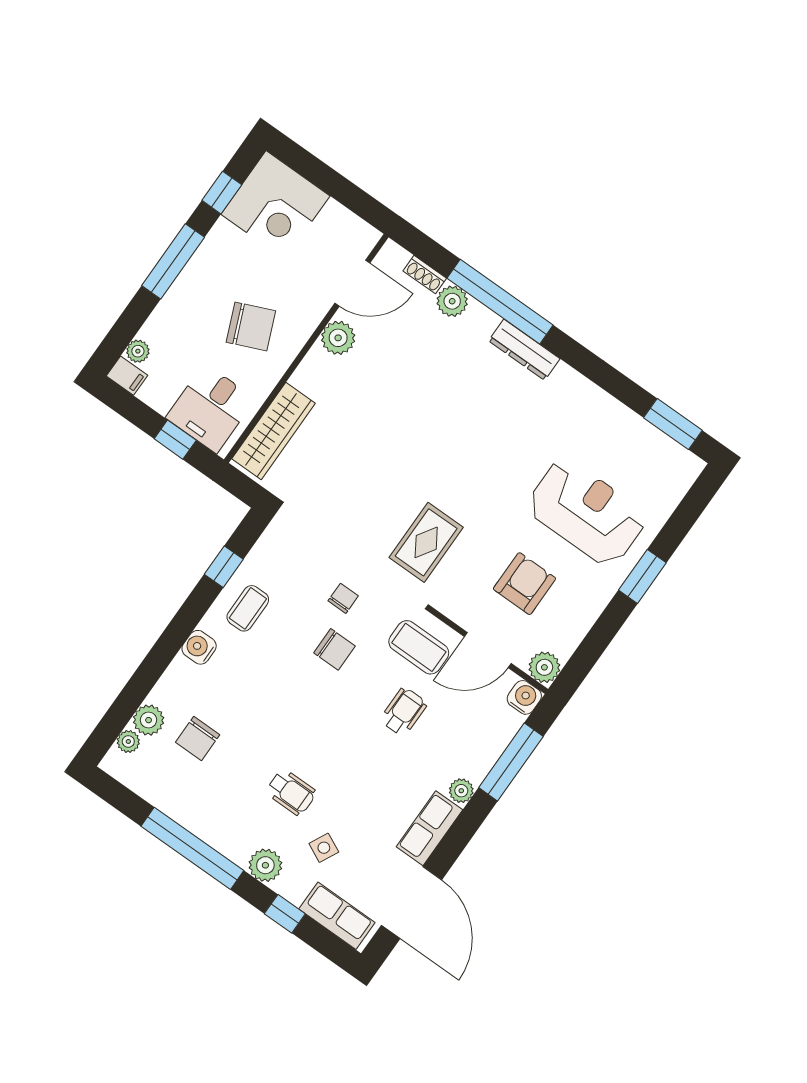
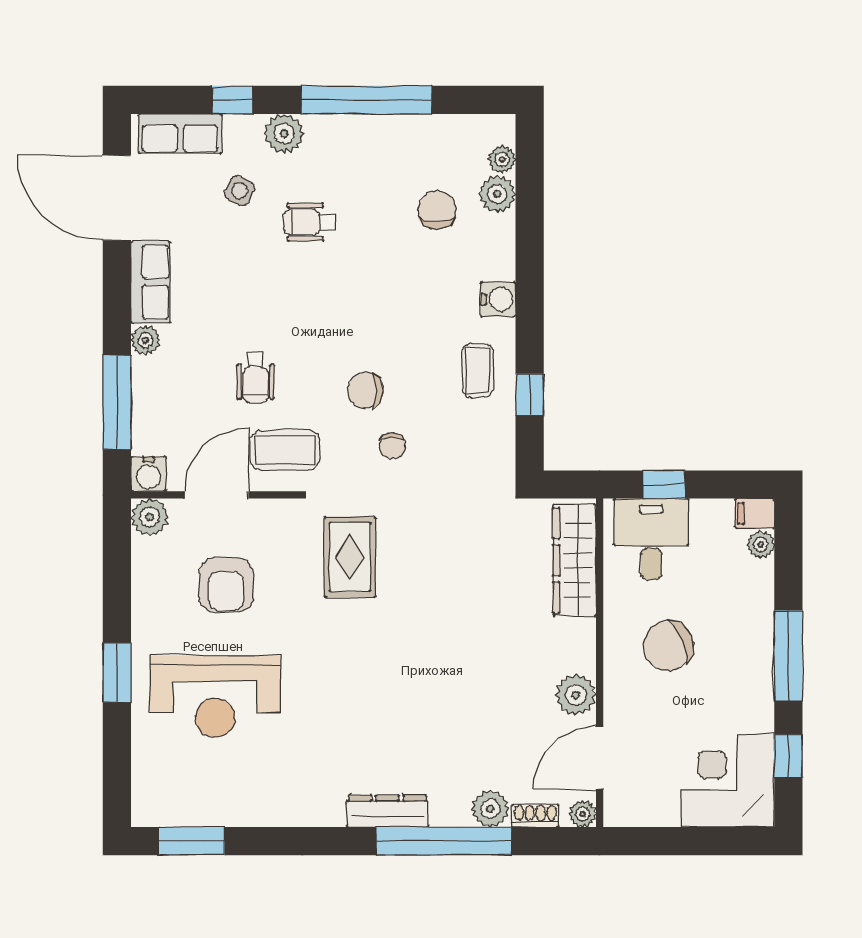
plant: (391, 253) -> (583, 814), added

